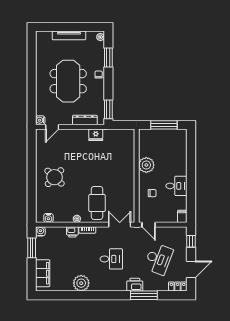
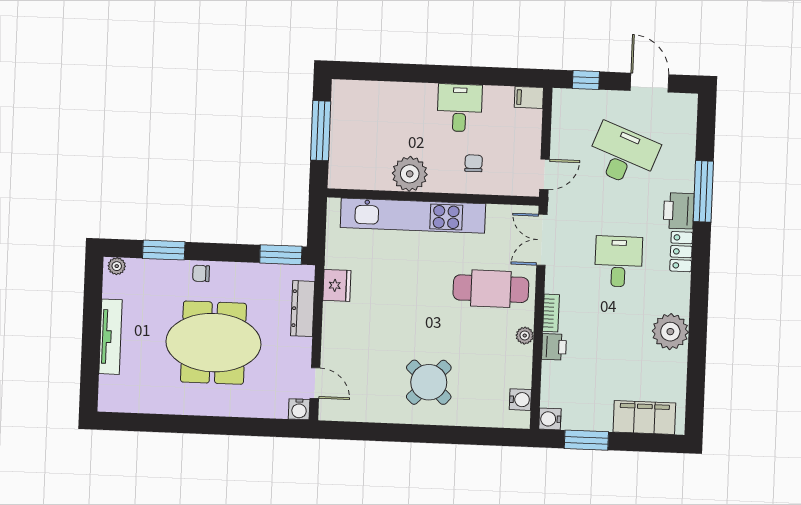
kitchen unit: (128, 167) -> (413, 216), added
locker: (178, 287) -> (681, 252), moved

